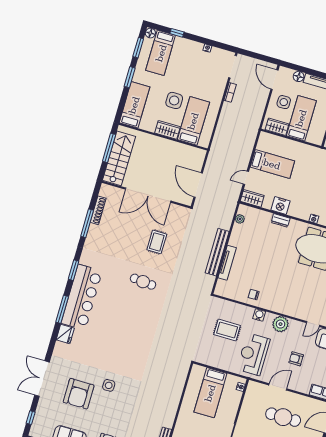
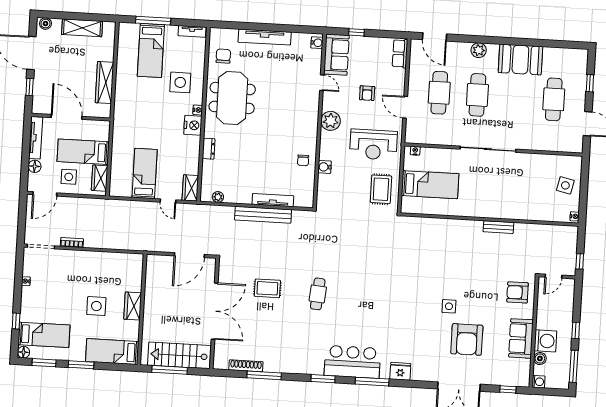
bed: (193, 121) -> (115, 278), removed
nightstand: (280, 206) -> (193, 125), moved
bar counter: (82, 297) -> (352, 362), width x0.73
water cooler: (259, 315) -> (325, 167), moved
rug: (227, 330) -> (381, 189), moved
armchair: (79, 394) -> (467, 339), turned 90

